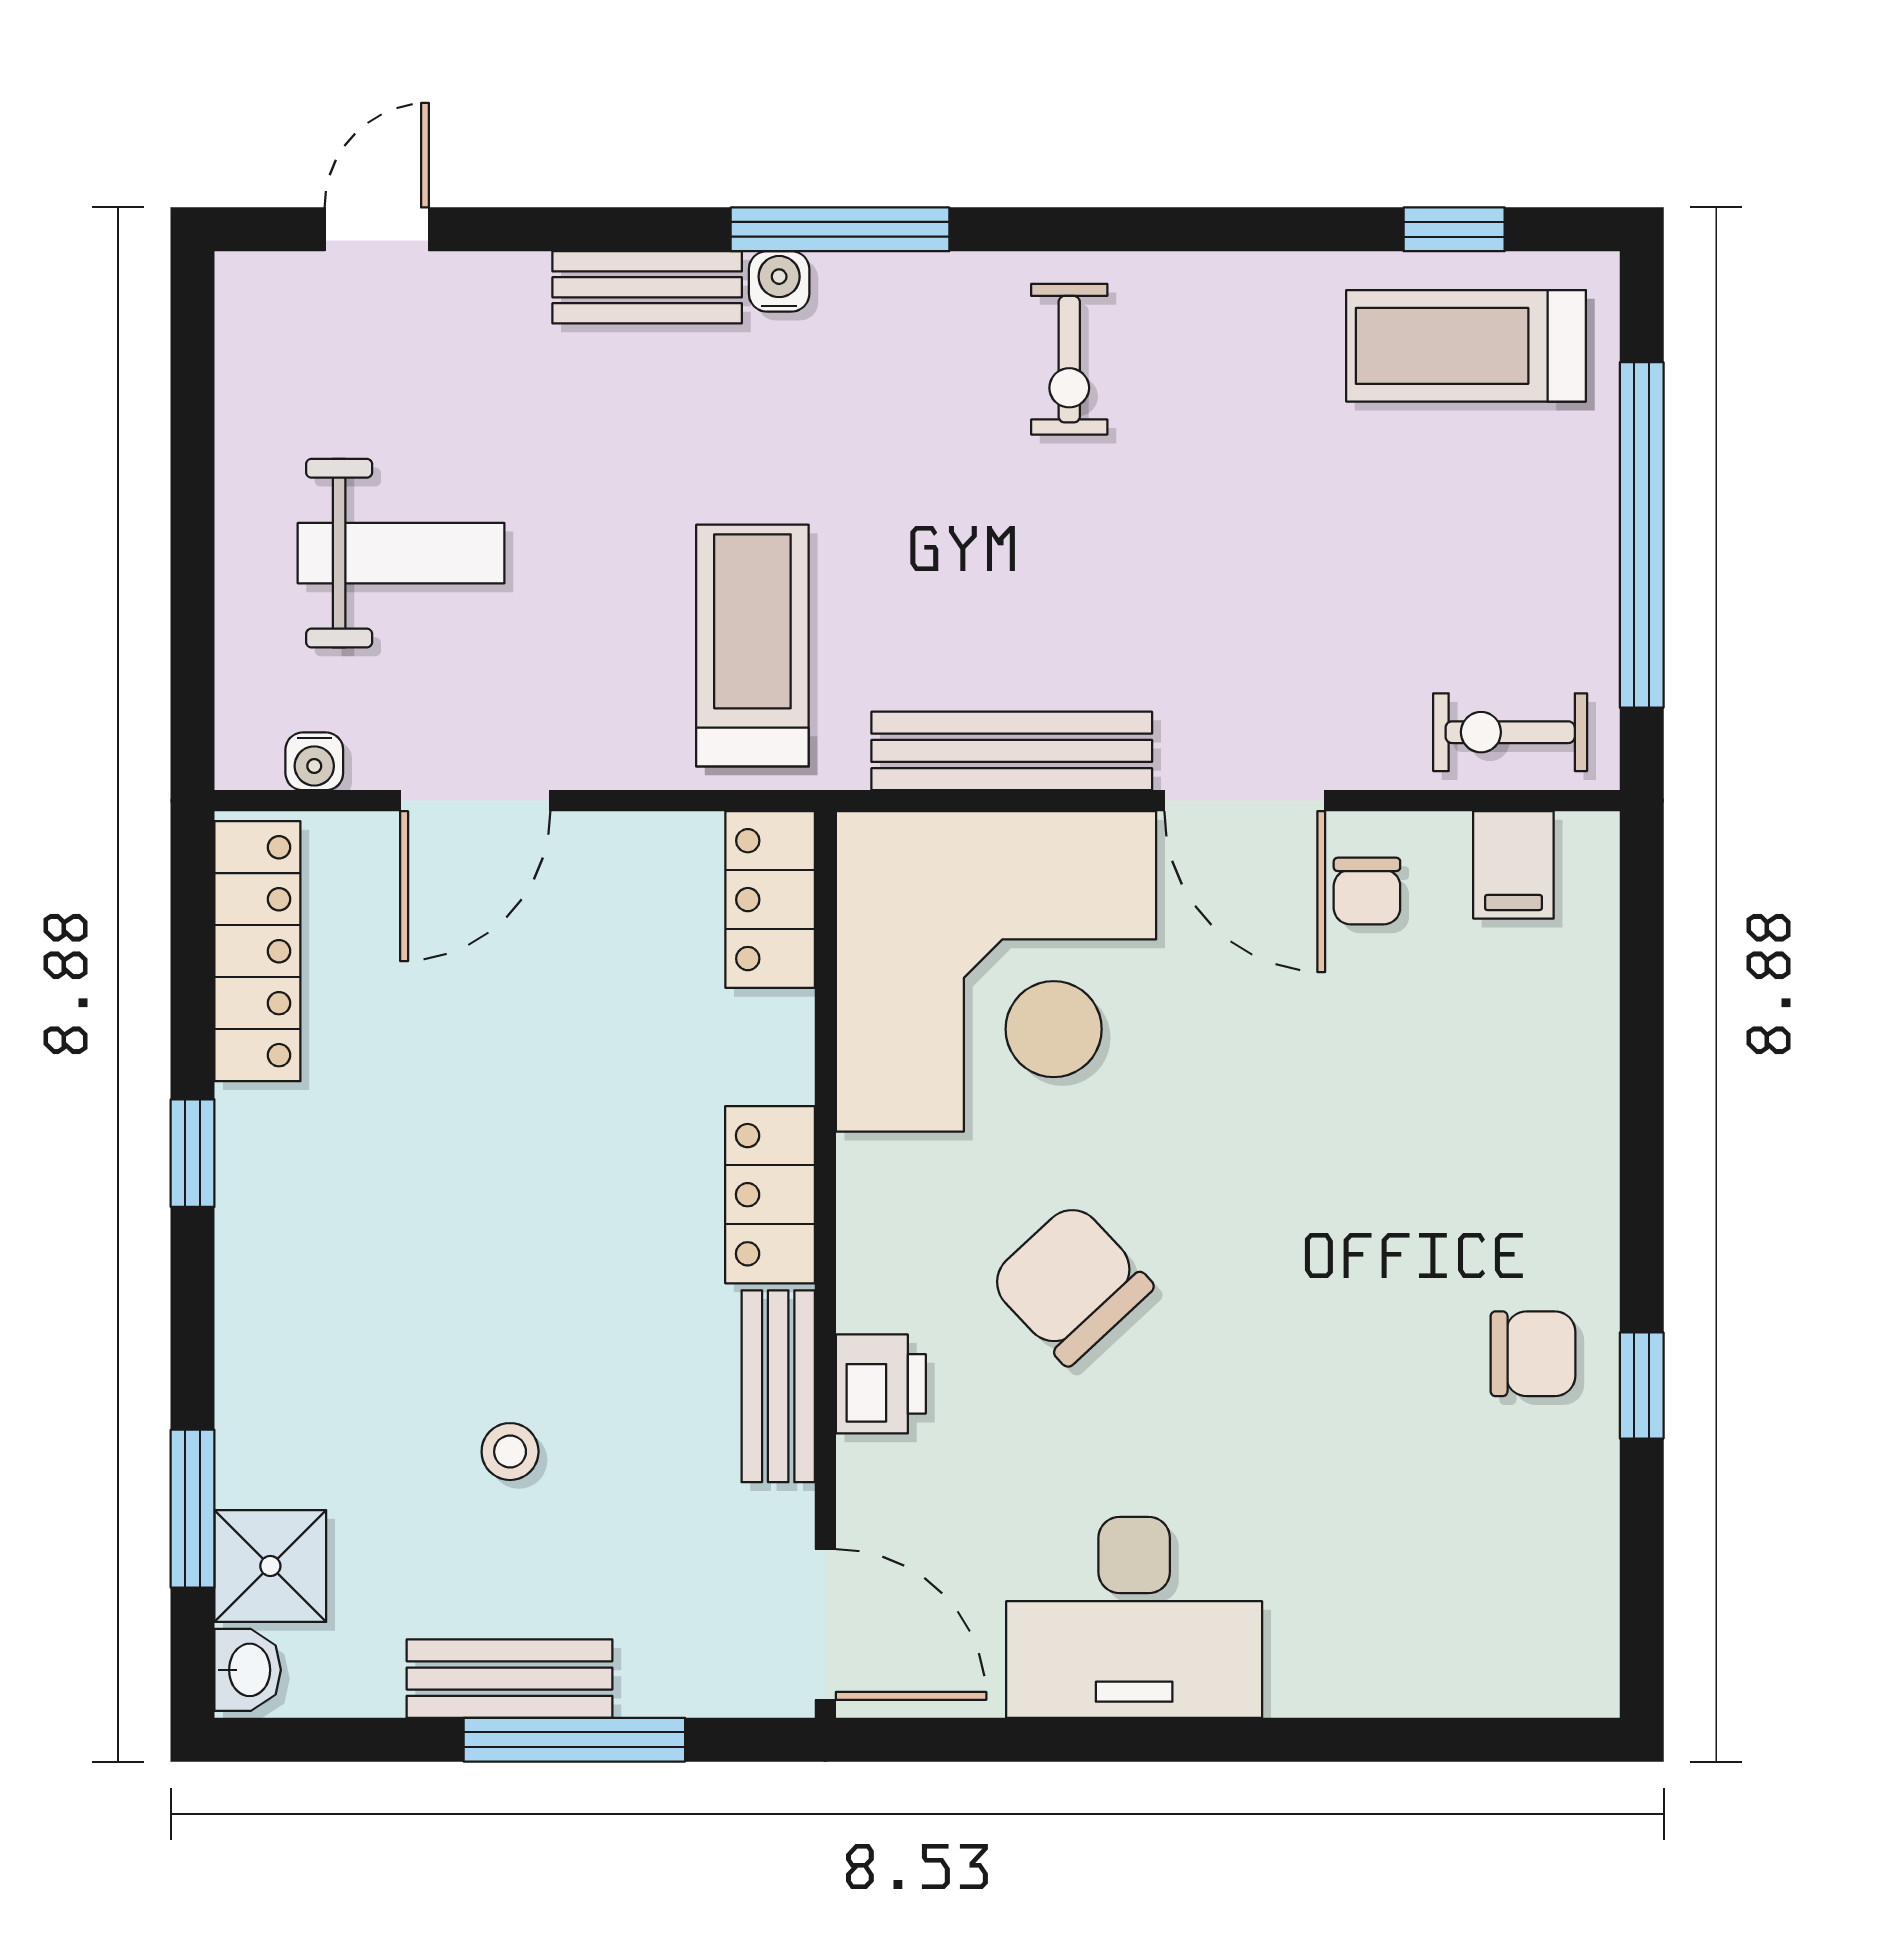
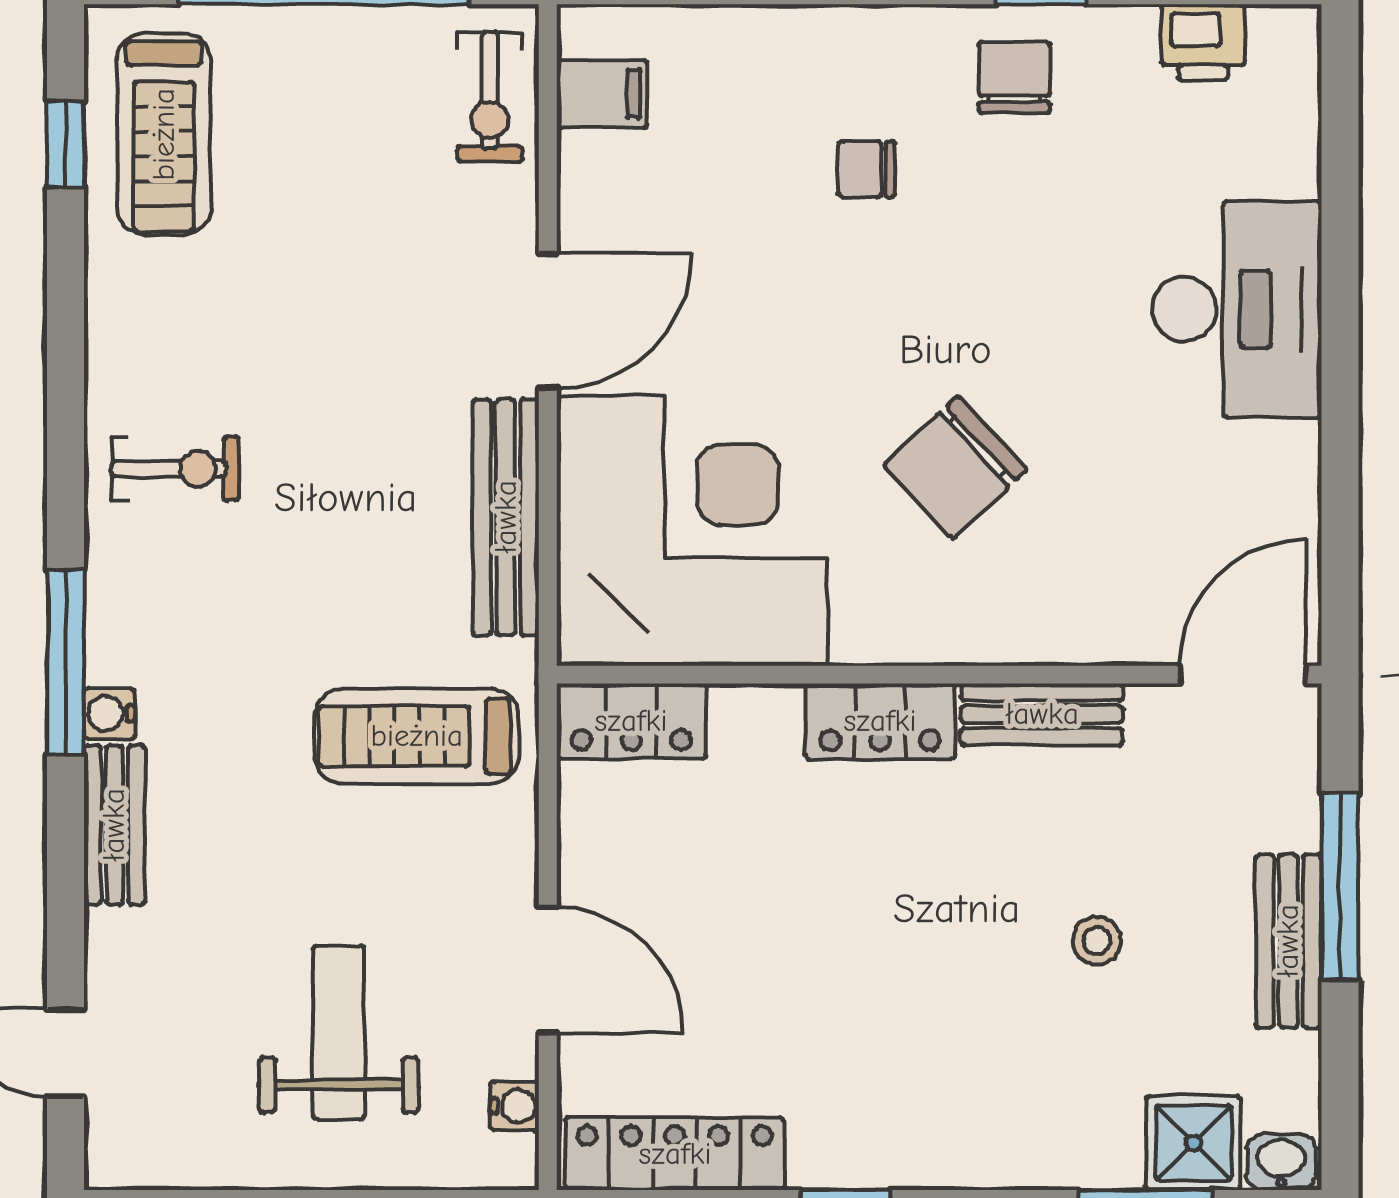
chair: (1367, 891) -> (867, 169), moved, turned 180
printer: (881, 1384) -> (1203, 42), moved, turned 180
desk: (1134, 1617) -> (1237, 309), moved

